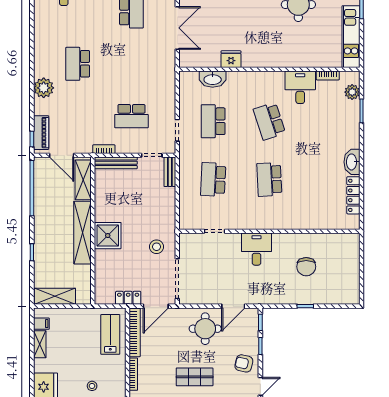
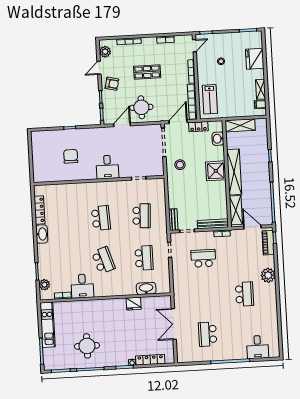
washbasin: (102, 280) -> (218, 139), added
shelving: (55, 296) -> (240, 125), moved

